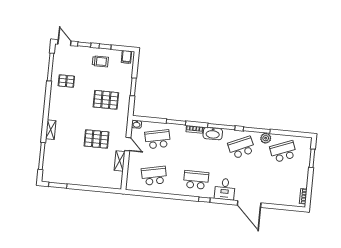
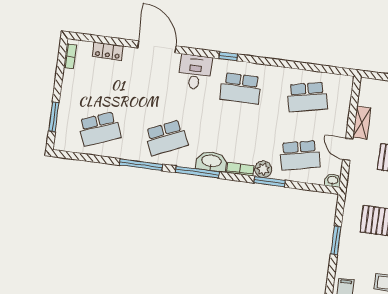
plant: (266, 138) -> (263, 169), moved
locker: (280, 200) -> (108, 51), added

